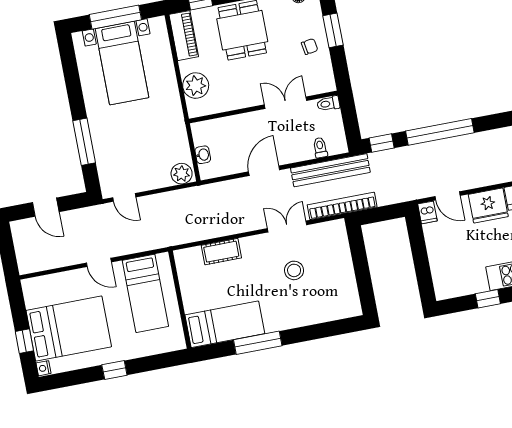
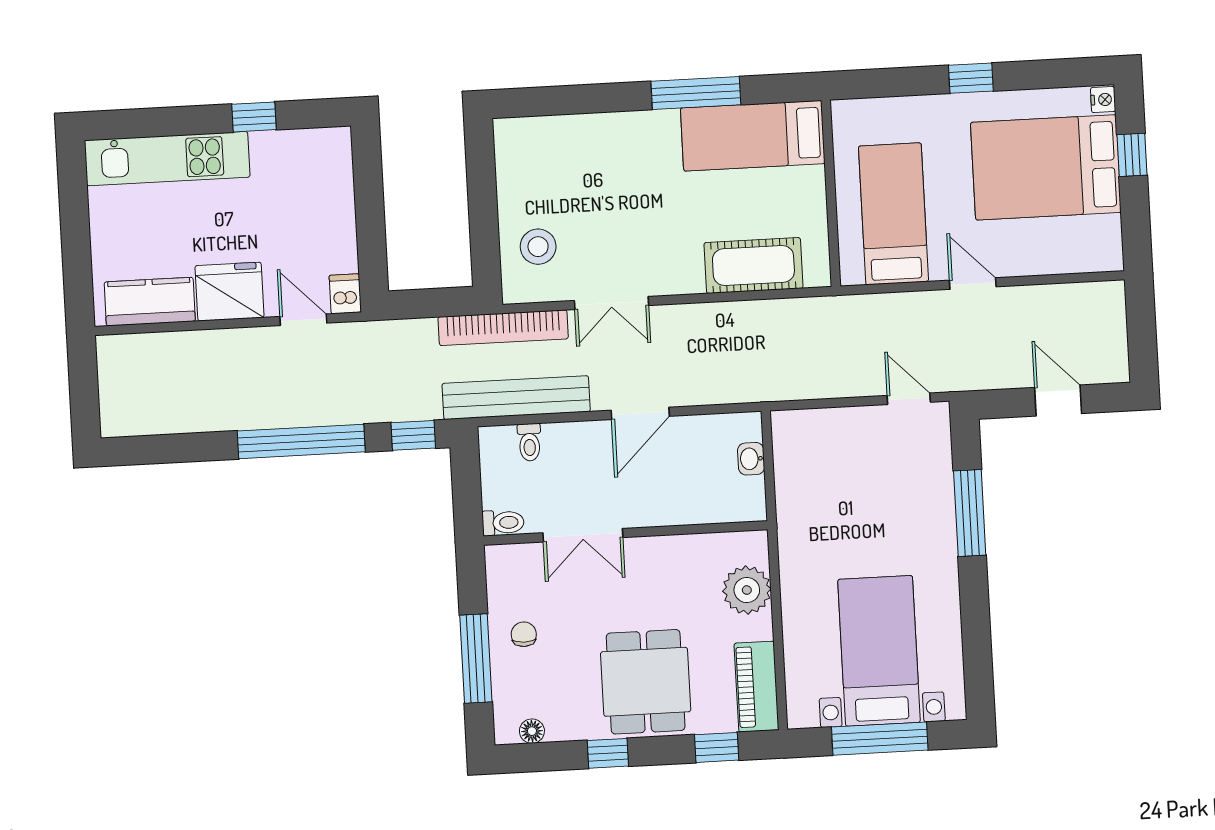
window: (333, 30) -> (476, 659), width x1.44
chair: (310, 47) -> (524, 634), turned 99
plant: (182, 174) -> (796, 429), removed
cot: (221, 252) -> (753, 266), width x1.37, depth x1.34
stool: (294, 270) -> (538, 247), moved

